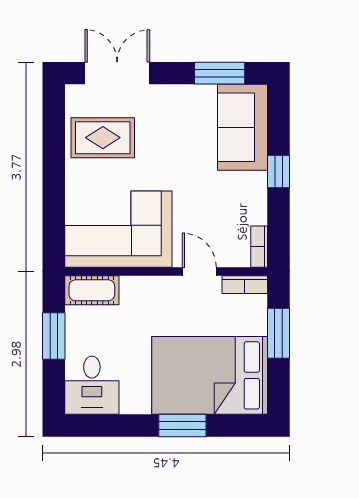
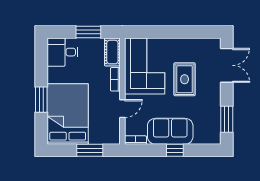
sofa: (242, 127) -> (170, 131), moved
rug: (103, 138) -> (185, 79), moved
bookcase: (245, 285) -> (115, 79), moved

